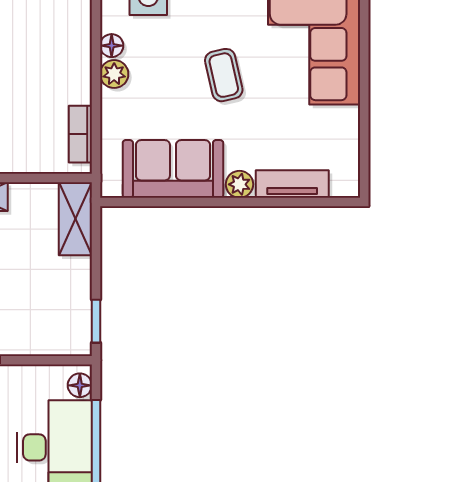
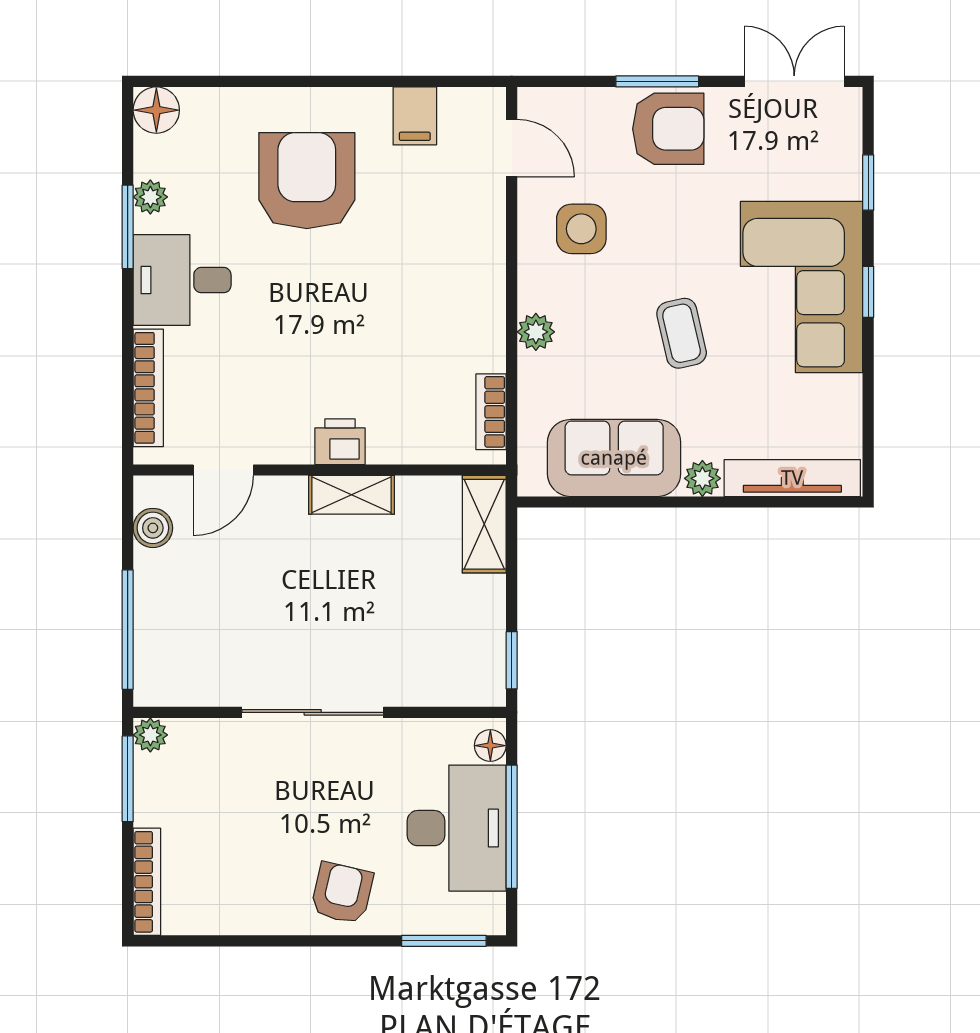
window: (364, 44) -> (868, 292), added
floor lamp: (112, 46) -> (533, 294), removed
tv unit: (292, 184) -> (792, 478), width x1.41

